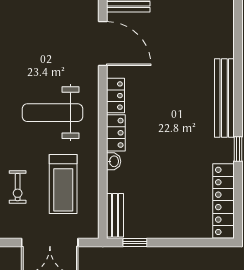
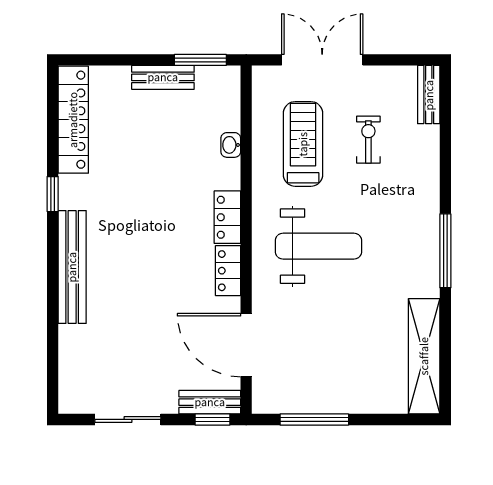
washbasin: (114, 161) -> (231, 145), moved
bench: (115, 215) -> (163, 77), moved, turned 90
window: (135, 243) -> (200, 60), width x1.50

